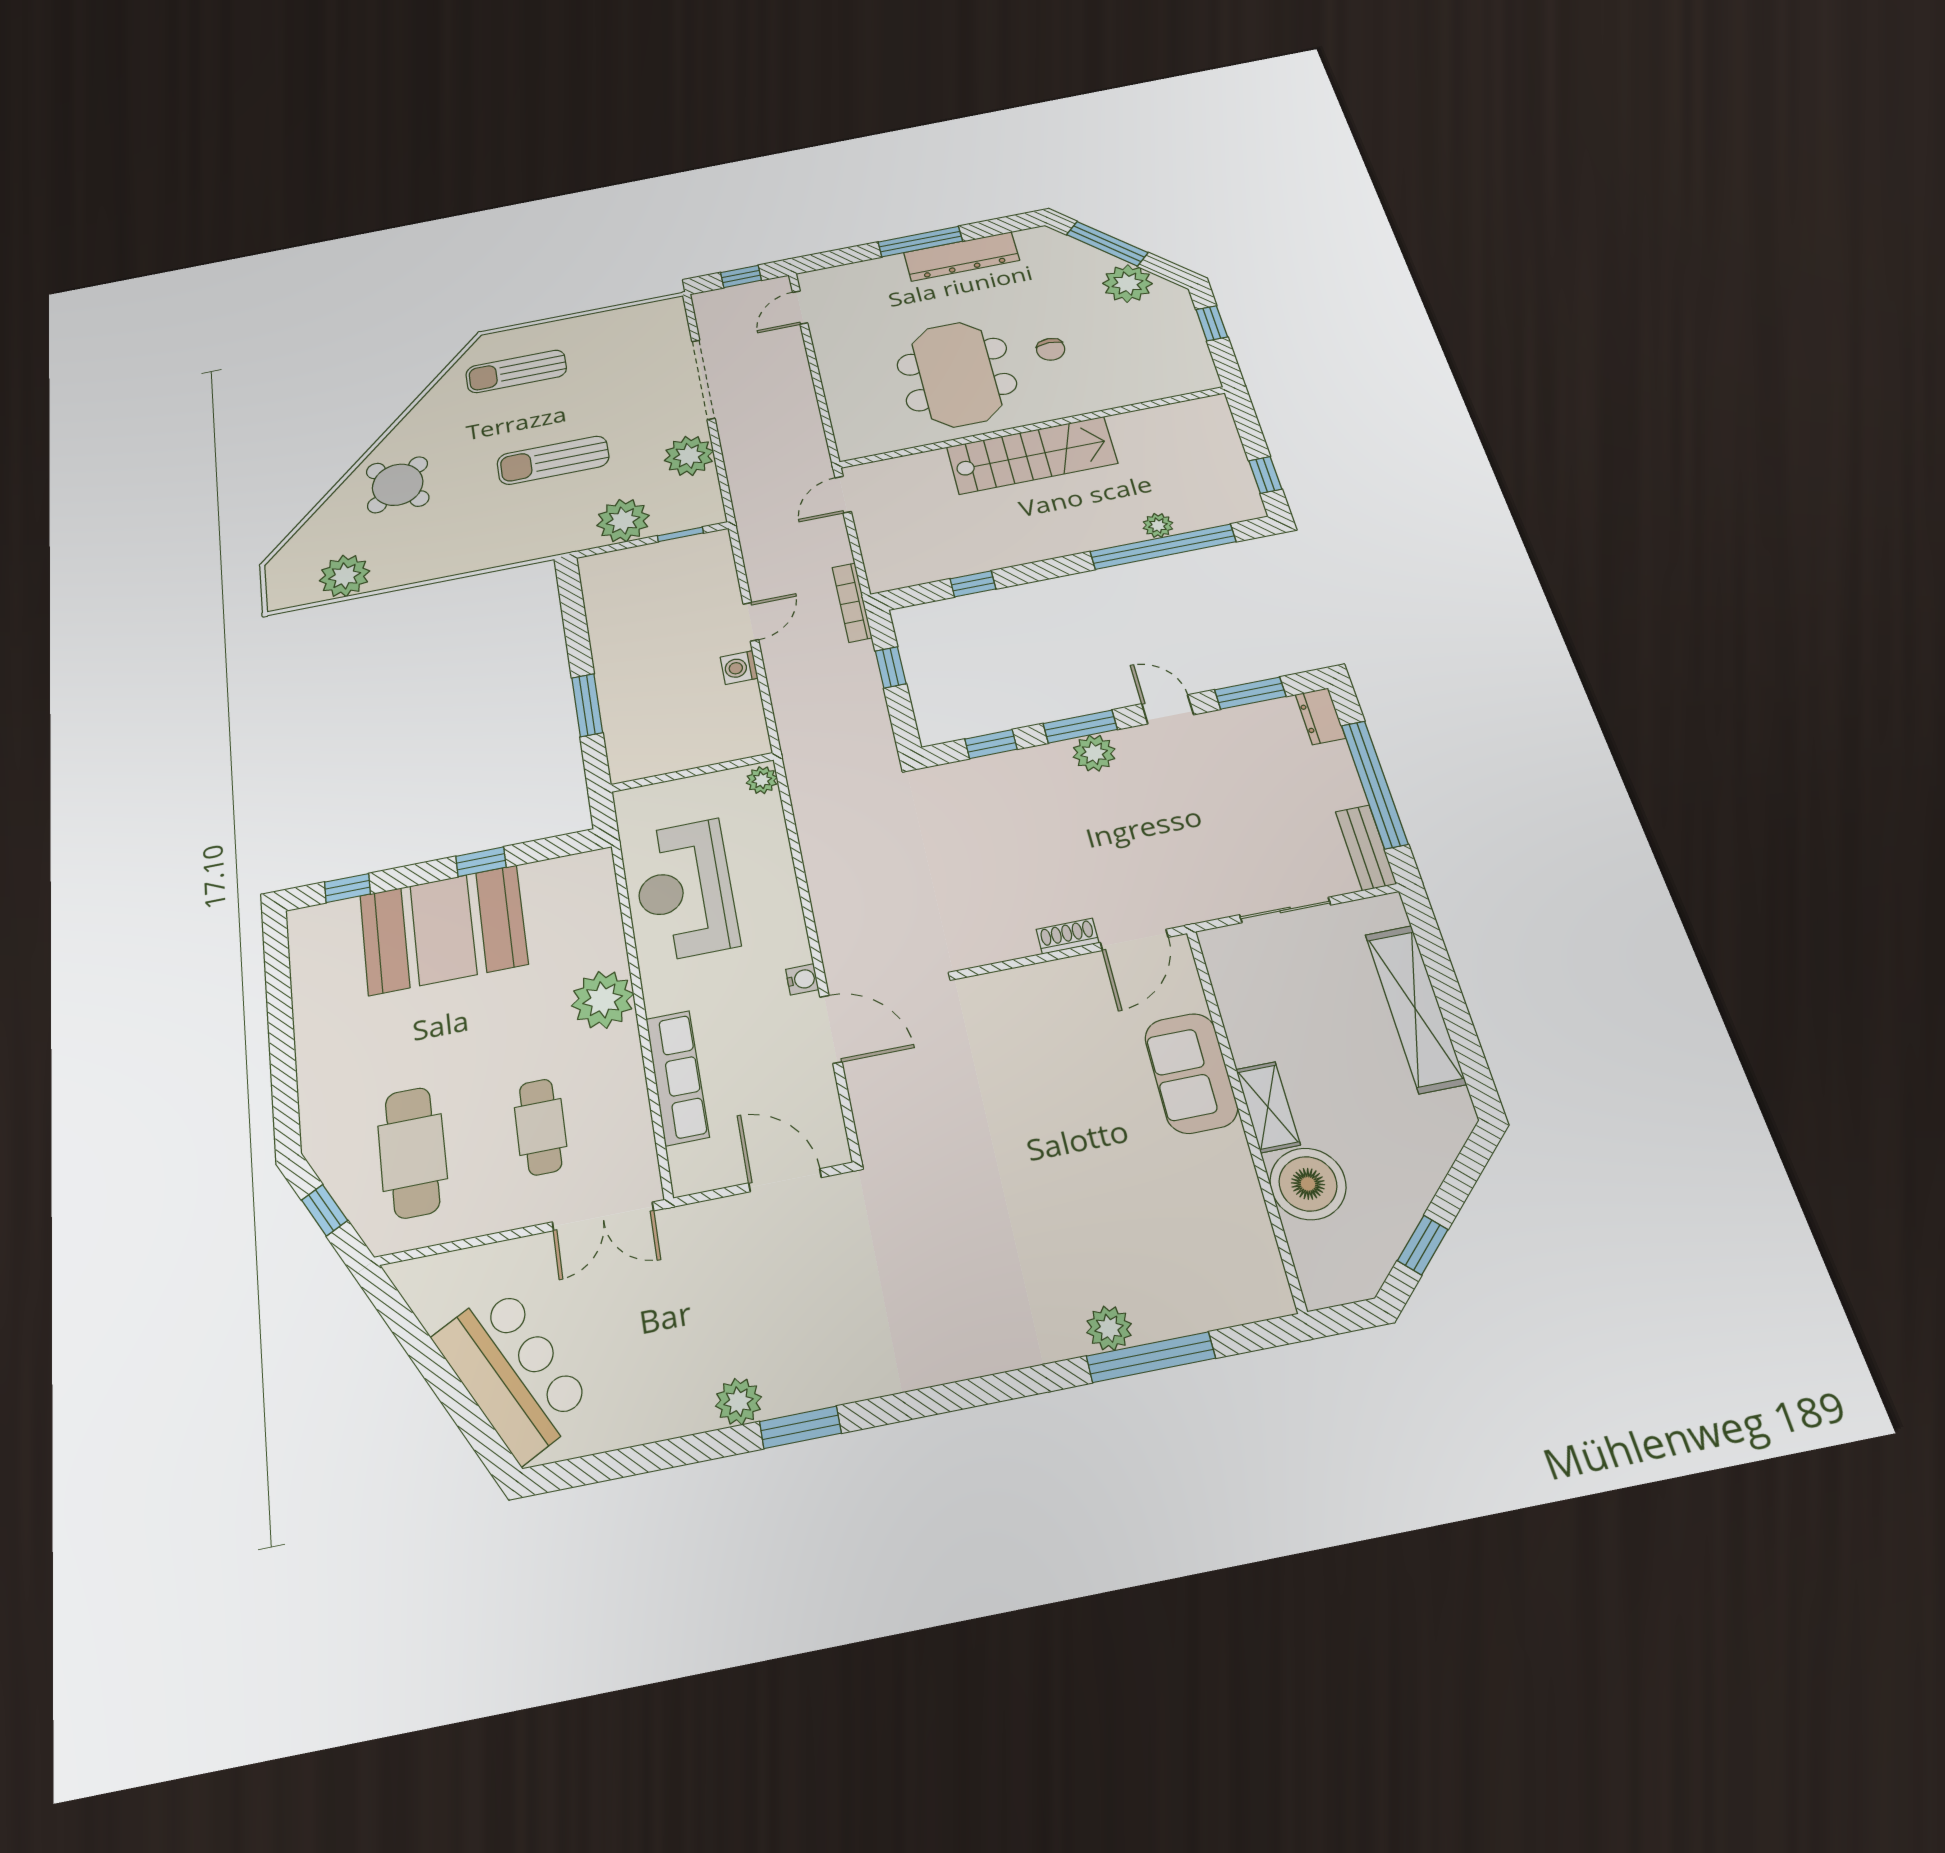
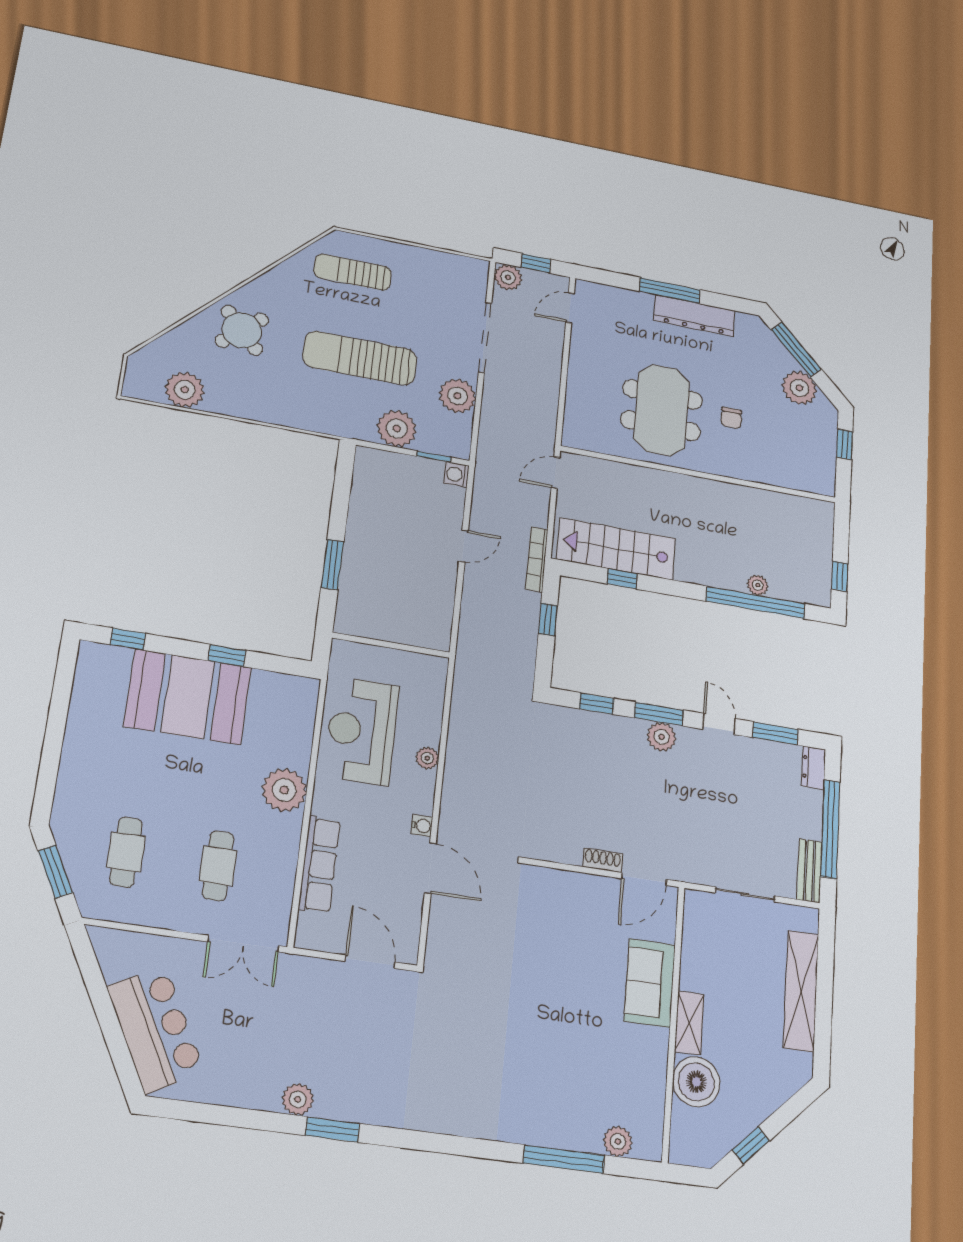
plant: (711, 304) -> (508, 277), added
stairs: (1032, 455) -> (616, 549), moved, turned 180
sun lounger: (553, 460) -> (360, 358), width x1.36, depth x1.34
washing machine: (739, 668) -> (456, 474), moved
plant: (762, 780) -> (427, 758), moved
cafe table: (412, 1152) -> (126, 852), width x0.73, depth x0.74
window: (325, 1210) -> (55, 872), width x1.50
plant: (1109, 1328) -> (618, 1141), moved

